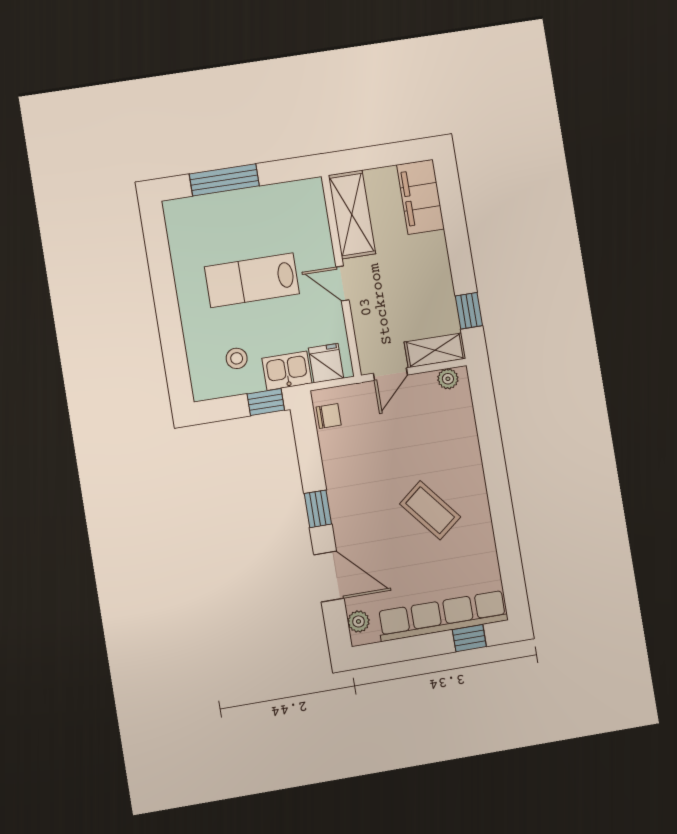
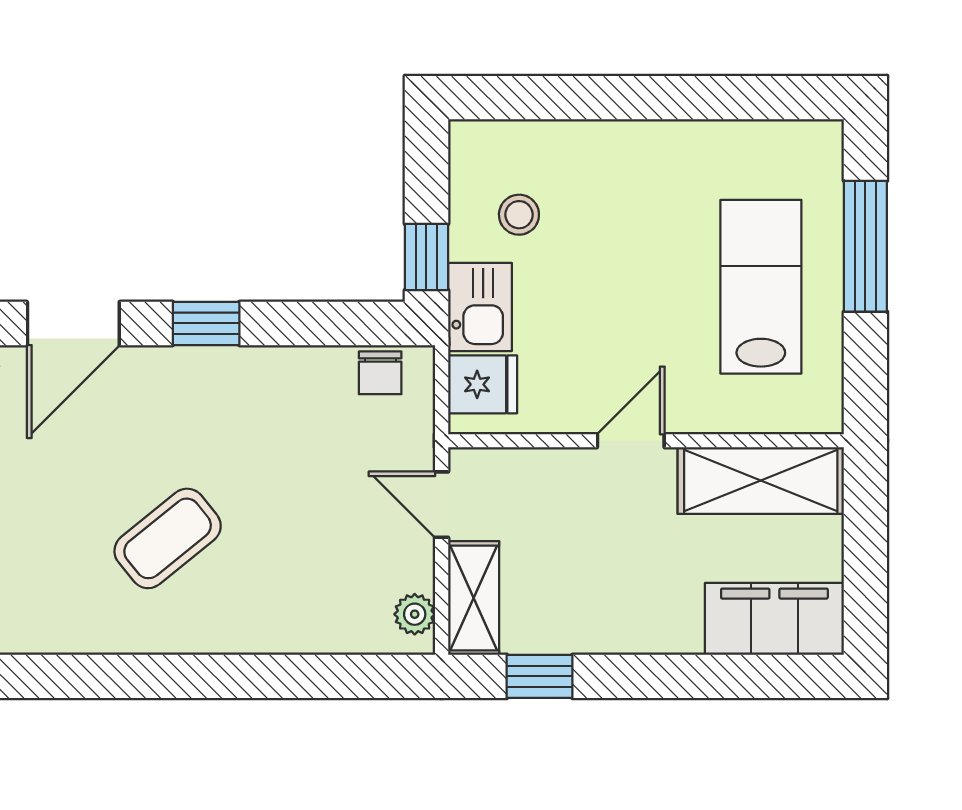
lab bench: (252, 280) -> (761, 287), moved

